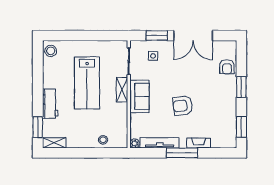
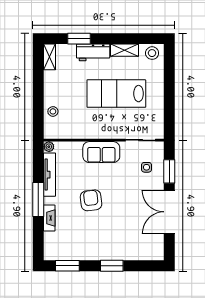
armchair: (227, 67) -> (134, 250), removed
shelving: (122, 90) -> (125, 50), moved
window: (38, 127) -> (79, 39), moved

